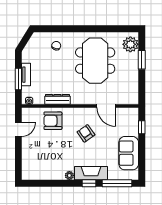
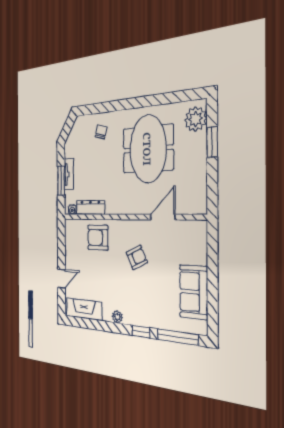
dresser: (57, 99) -> (90, 208), moved
door: (106, 106) -> (163, 217), swing flipped
window: (142, 127) -> (212, 252), removed
door: (18, 129) -> (62, 279), moved
armchair: (86, 133) -> (137, 257), turned 99
fireplace: (91, 173) -> (84, 309), moved

